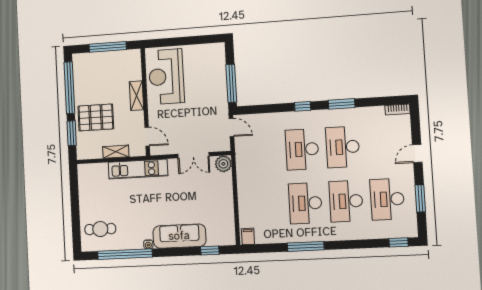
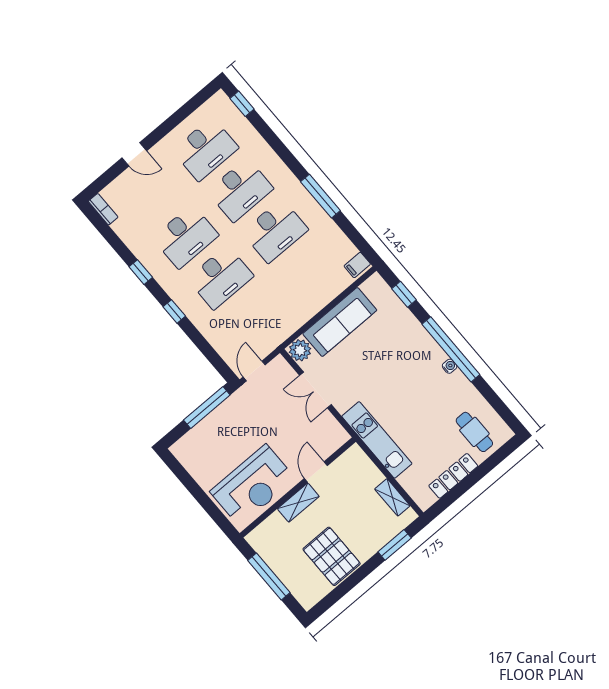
window: (69, 88) -> (346, 586), removed
window: (342, 104) -> (141, 272), width x0.67
pallet: (96, 117) -> (332, 556), moved
door: (147, 137) -> (316, 472), moved
shelving: (116, 152) -> (392, 497), moved
double door: (193, 155) -> (315, 390), swing flipped
locker: (85, 197) -> (453, 476), added
window: (420, 198) -> (179, 116), removed
sofa: (179, 236) -> (340, 322), moved, turned -90
window: (125, 254) -> (451, 349), moved

